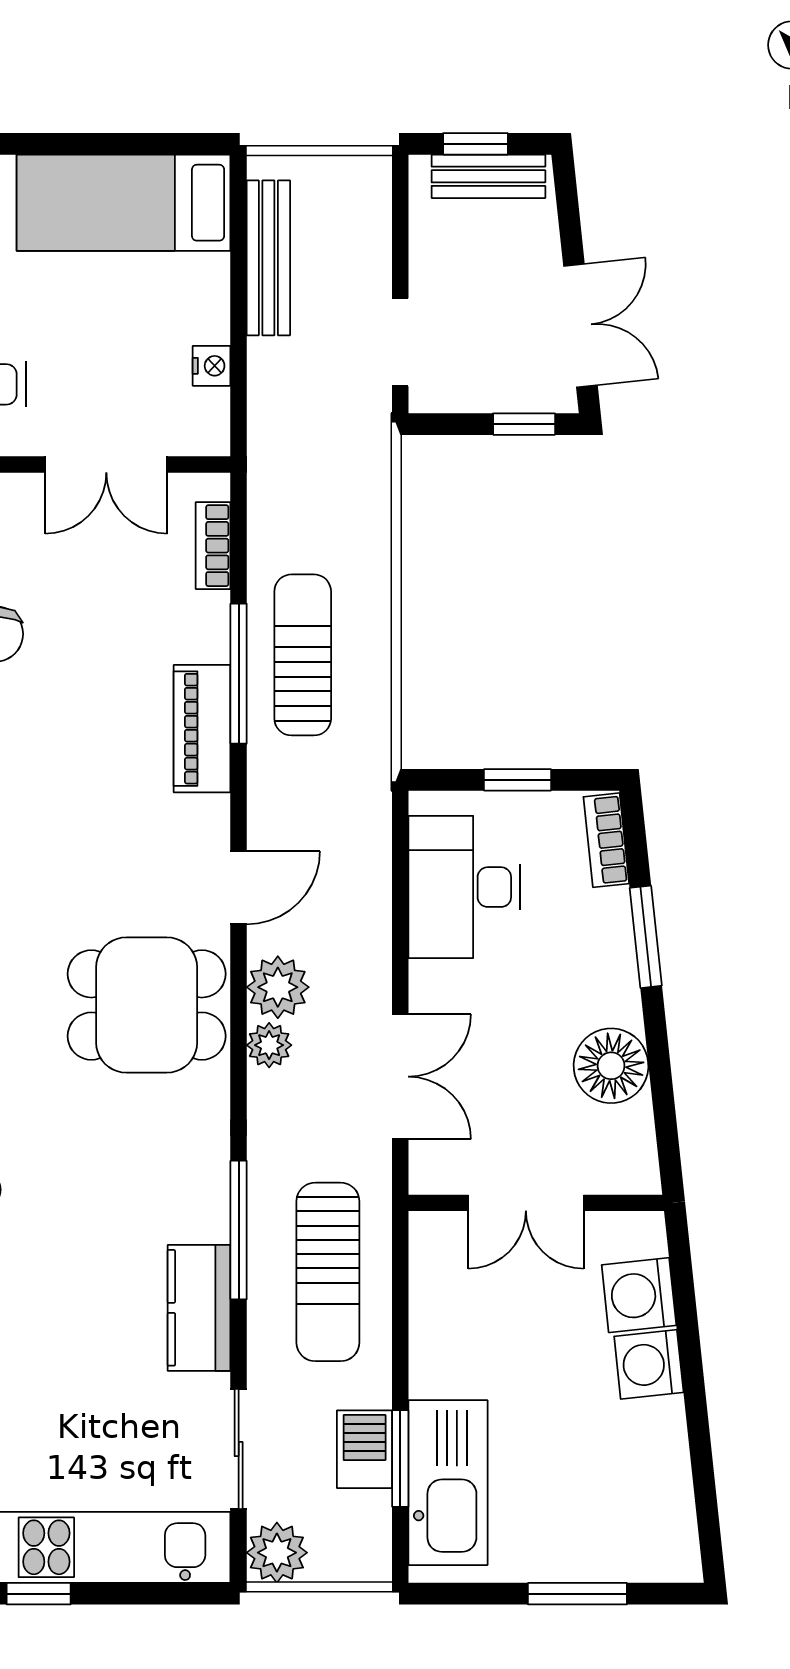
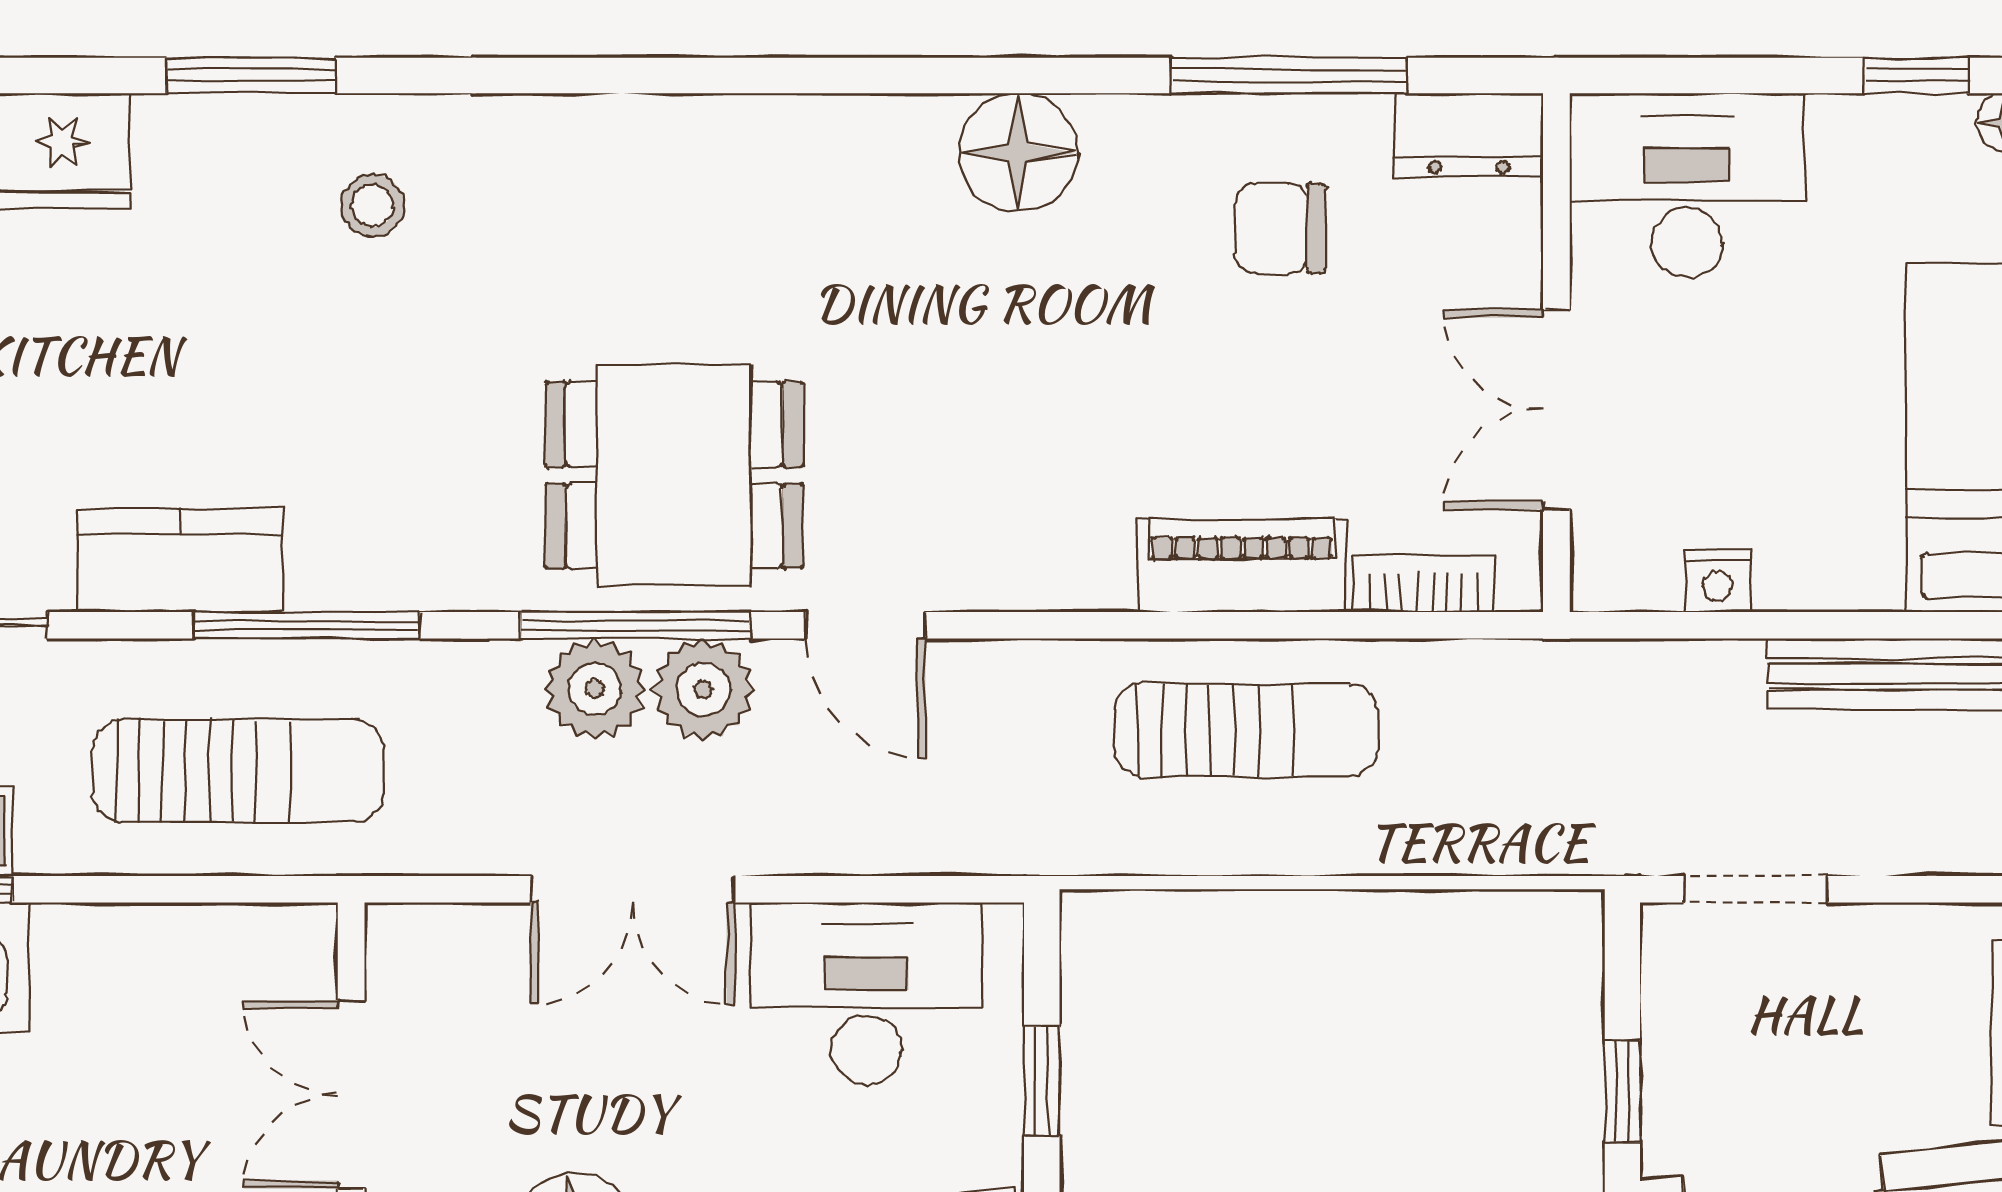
window: (239, 674) -> (636, 625), moved
piano: (202, 729) -> (1242, 566), moved
dining table: (147, 1005) -> (674, 475), turned 90
plant: (269, 1045) -> (595, 689), width x1.38, depth x1.38
double door: (400, 1077) -> (633, 889), moved
sun lounger: (328, 1272) -> (238, 771), turned 180

